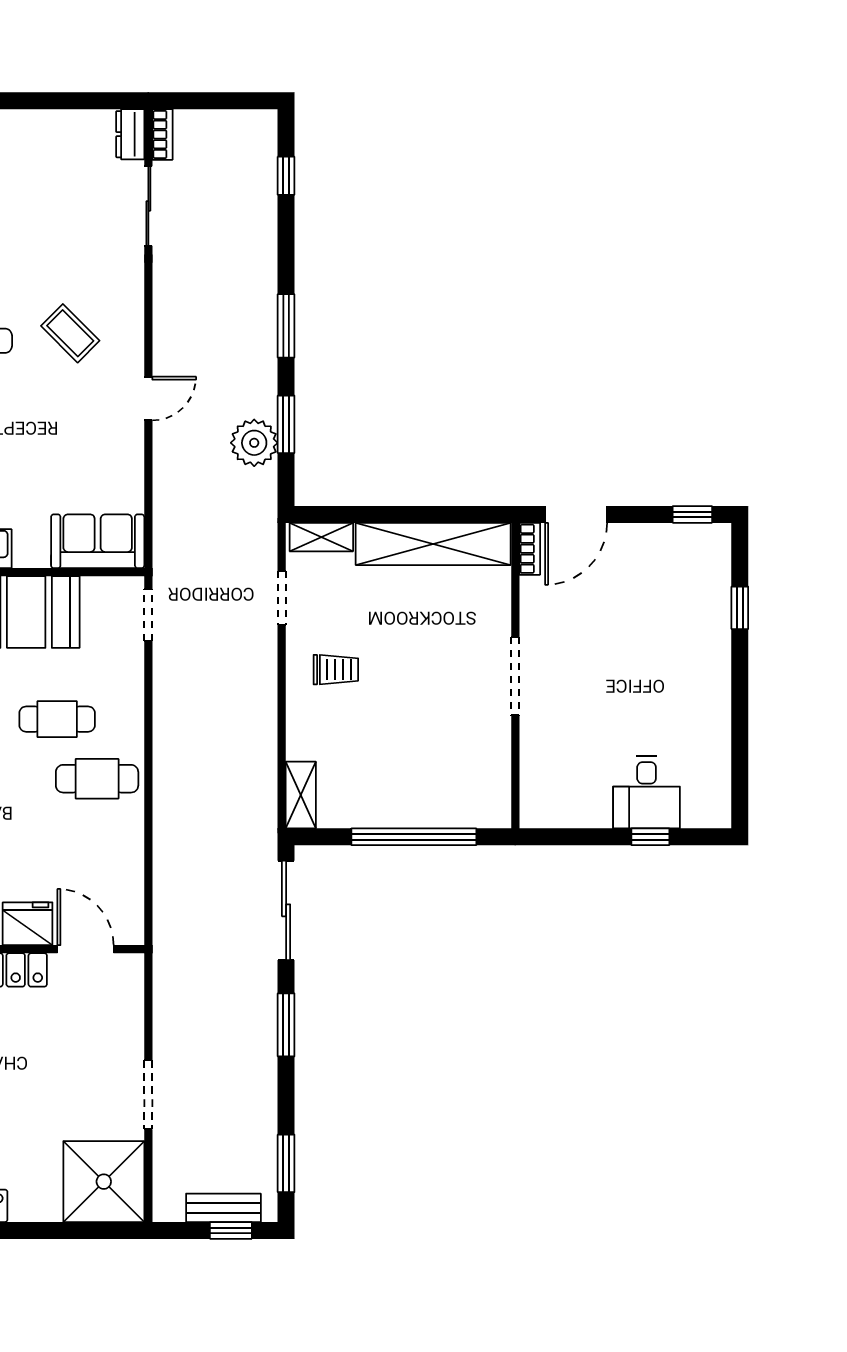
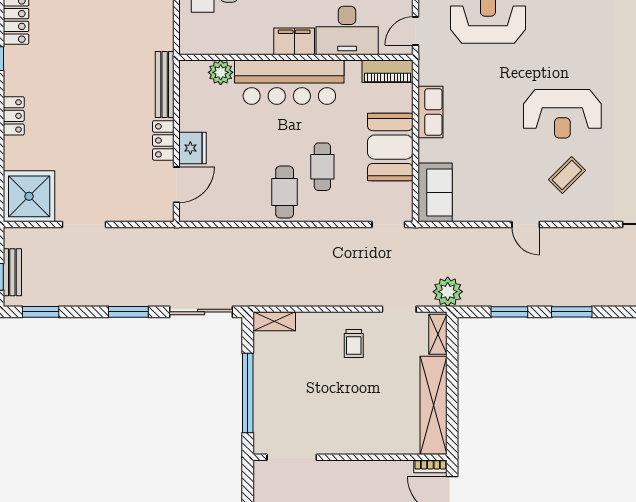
plant: (254, 443) -> (448, 292), moved
doorway: (515, 676) -> (292, 457), moved

